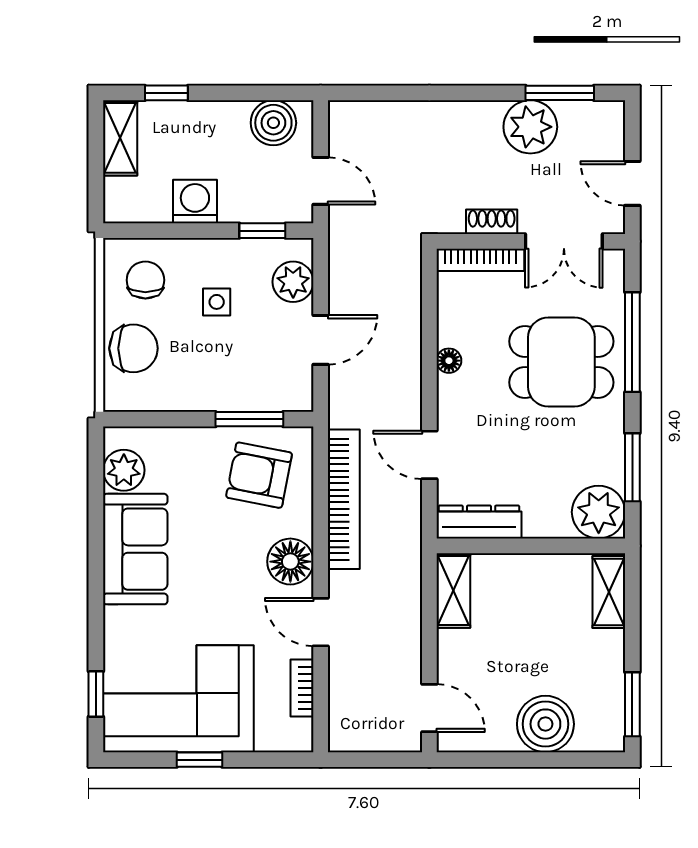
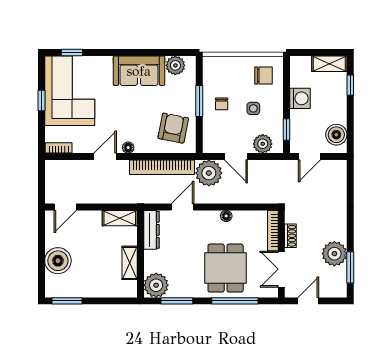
chair: (133, 348) -> (222, 104), moved, width x0.54, depth x0.54
plant: (356, 398) -> (209, 173), added
window: (249, 419) -> (199, 101), moved
floor lamp: (290, 562) -> (128, 148), width x0.53, depth x0.53
shelving: (609, 592) -> (130, 263), moved, turned 90
bookcase: (302, 688) -> (59, 148), moved

